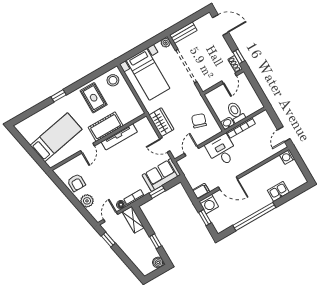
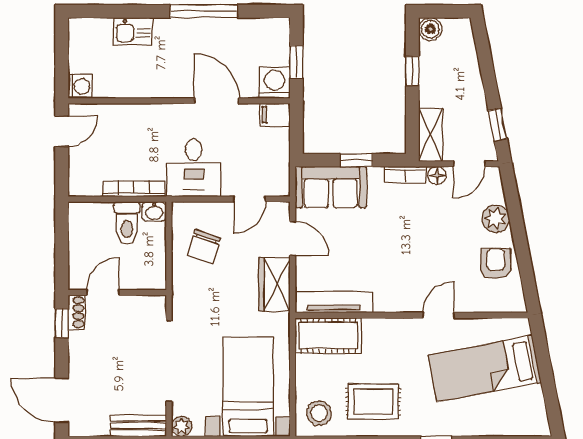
rug: (94, 98) -> (373, 402), turned 90
cot: (106, 127) -> (328, 335), moved
tv unit: (119, 137) -> (334, 302), moved
window: (254, 216) -> (204, 11), width x0.68

